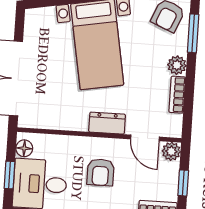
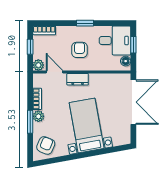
window: (193, 33) -> (30, 122), moved

